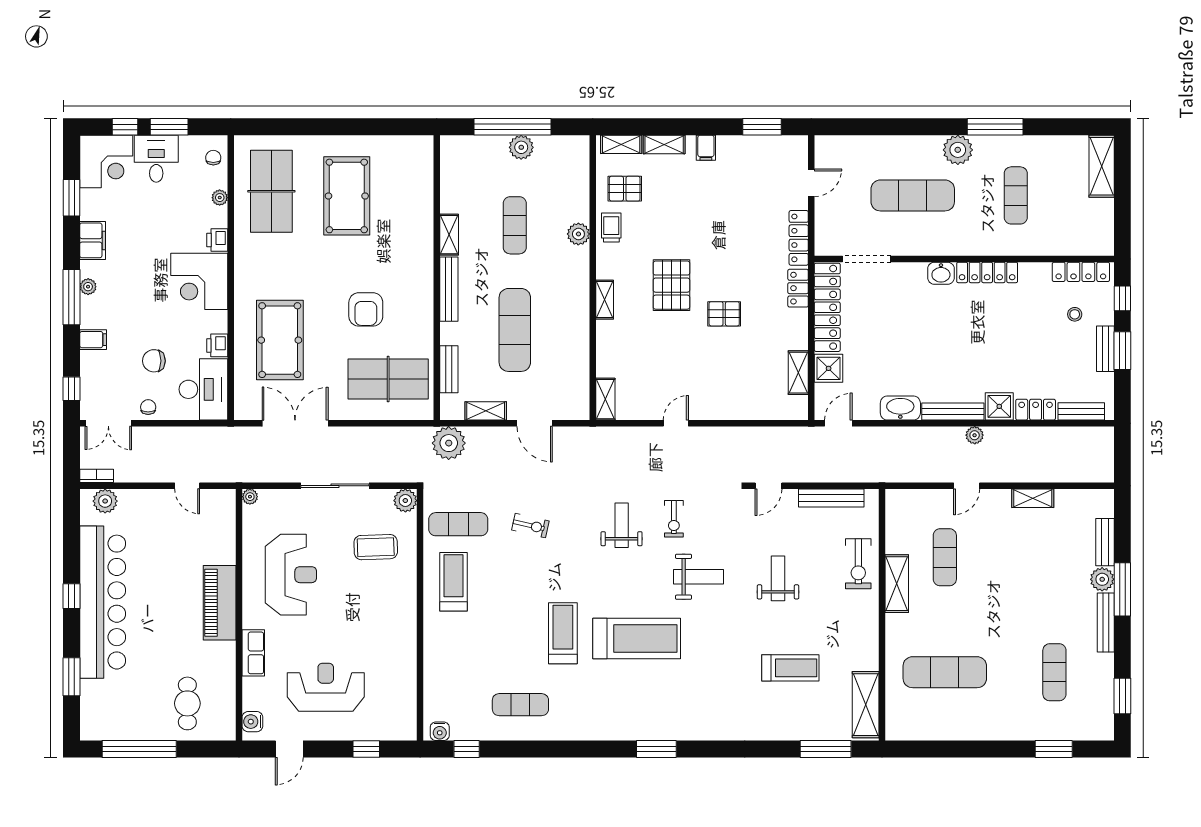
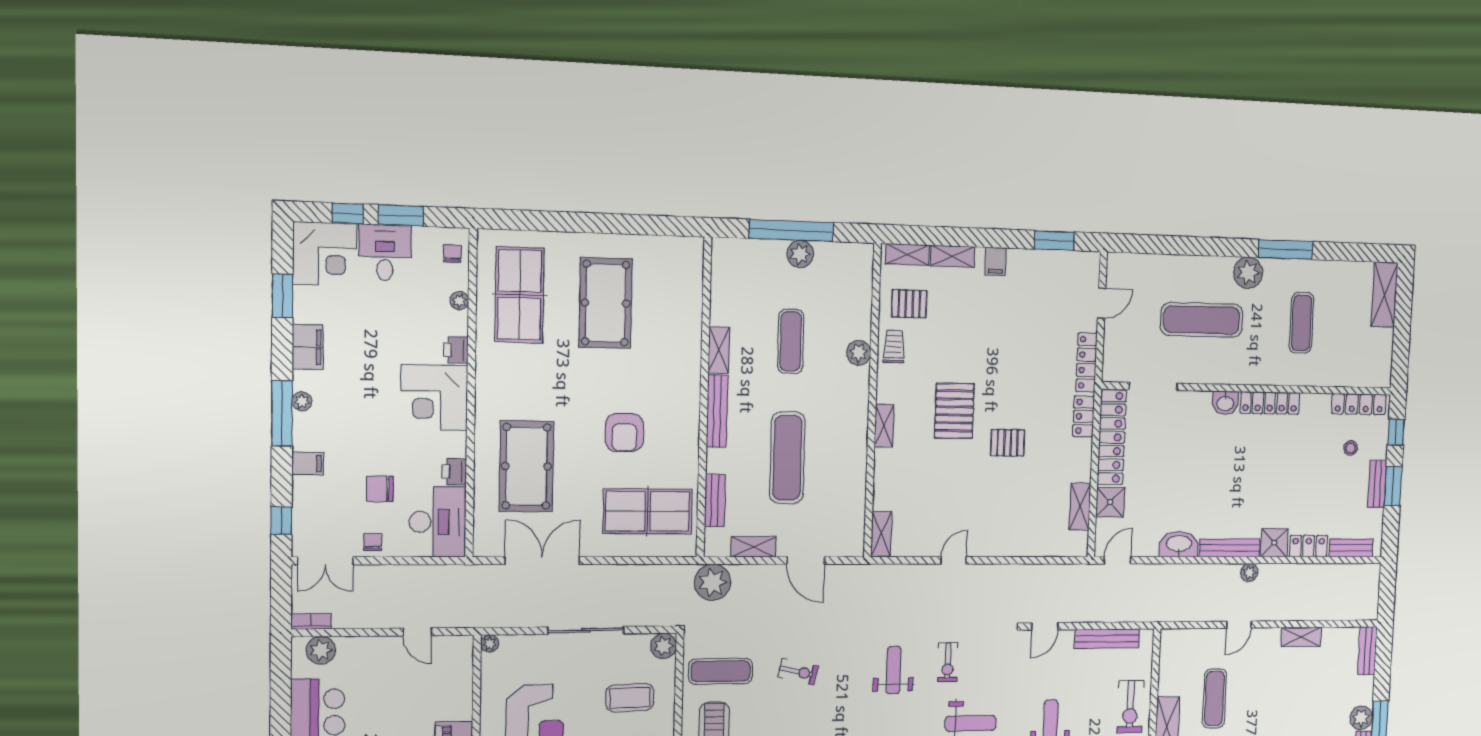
bench: (1105, 542) -> (1368, 651), moved

